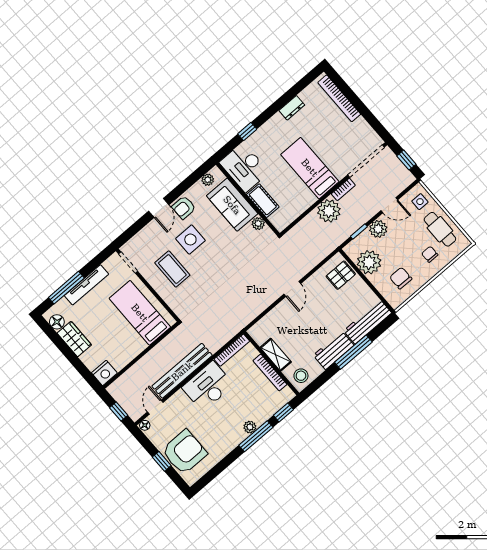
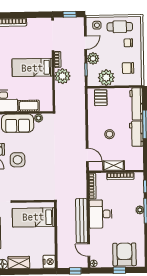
coffee table: (172, 269) -> (25, 182), removed
door: (292, 289) -> (87, 155), moved
stool: (301, 376) -> (109, 134), moved

